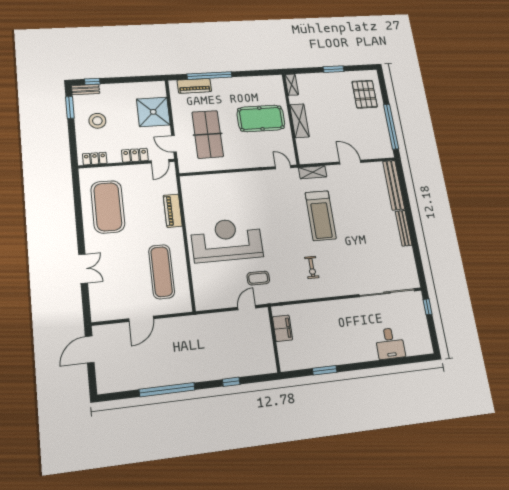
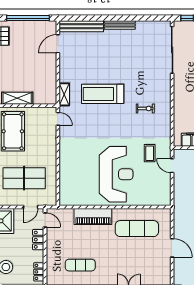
door: (350, 162) -> (58, 44), moved
door: (283, 167) -> (58, 119), swing flipped
exercise mat: (108, 207) -> (80, 265), width x0.50, depth x0.69
piano: (173, 211) -> (93, 216), width x1.37, depth x1.33
treadmill: (321, 216) -> (103, 94), turned 180
reception desk: (227, 240) -> (116, 174), turned 180

